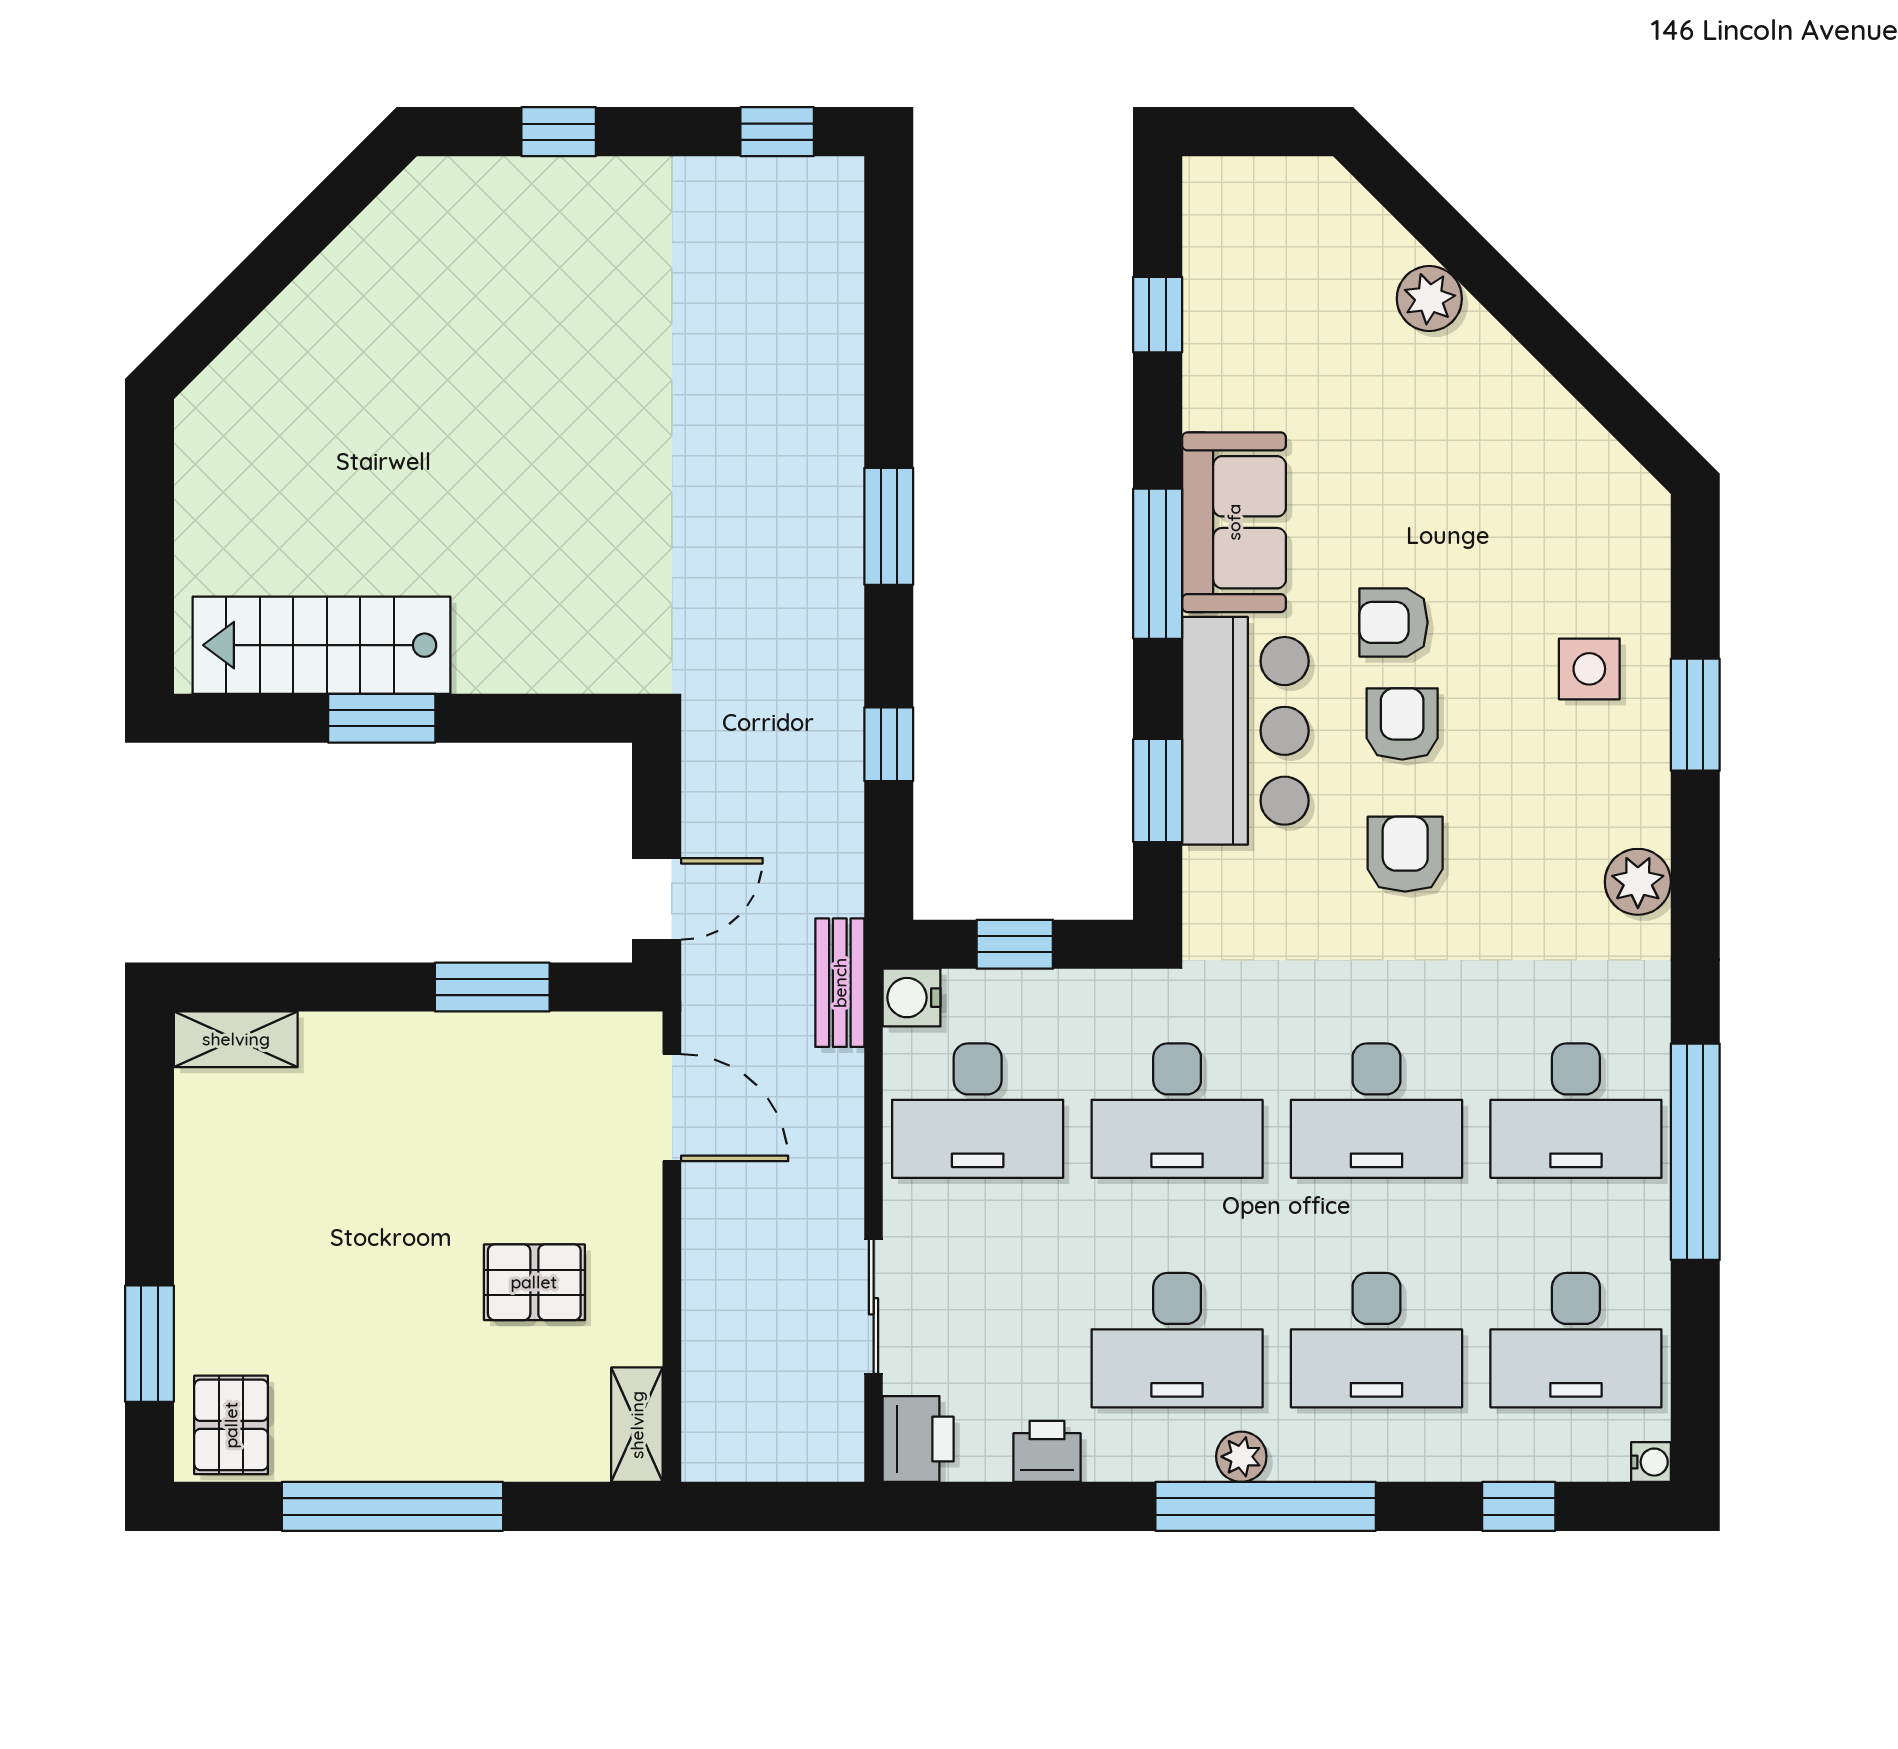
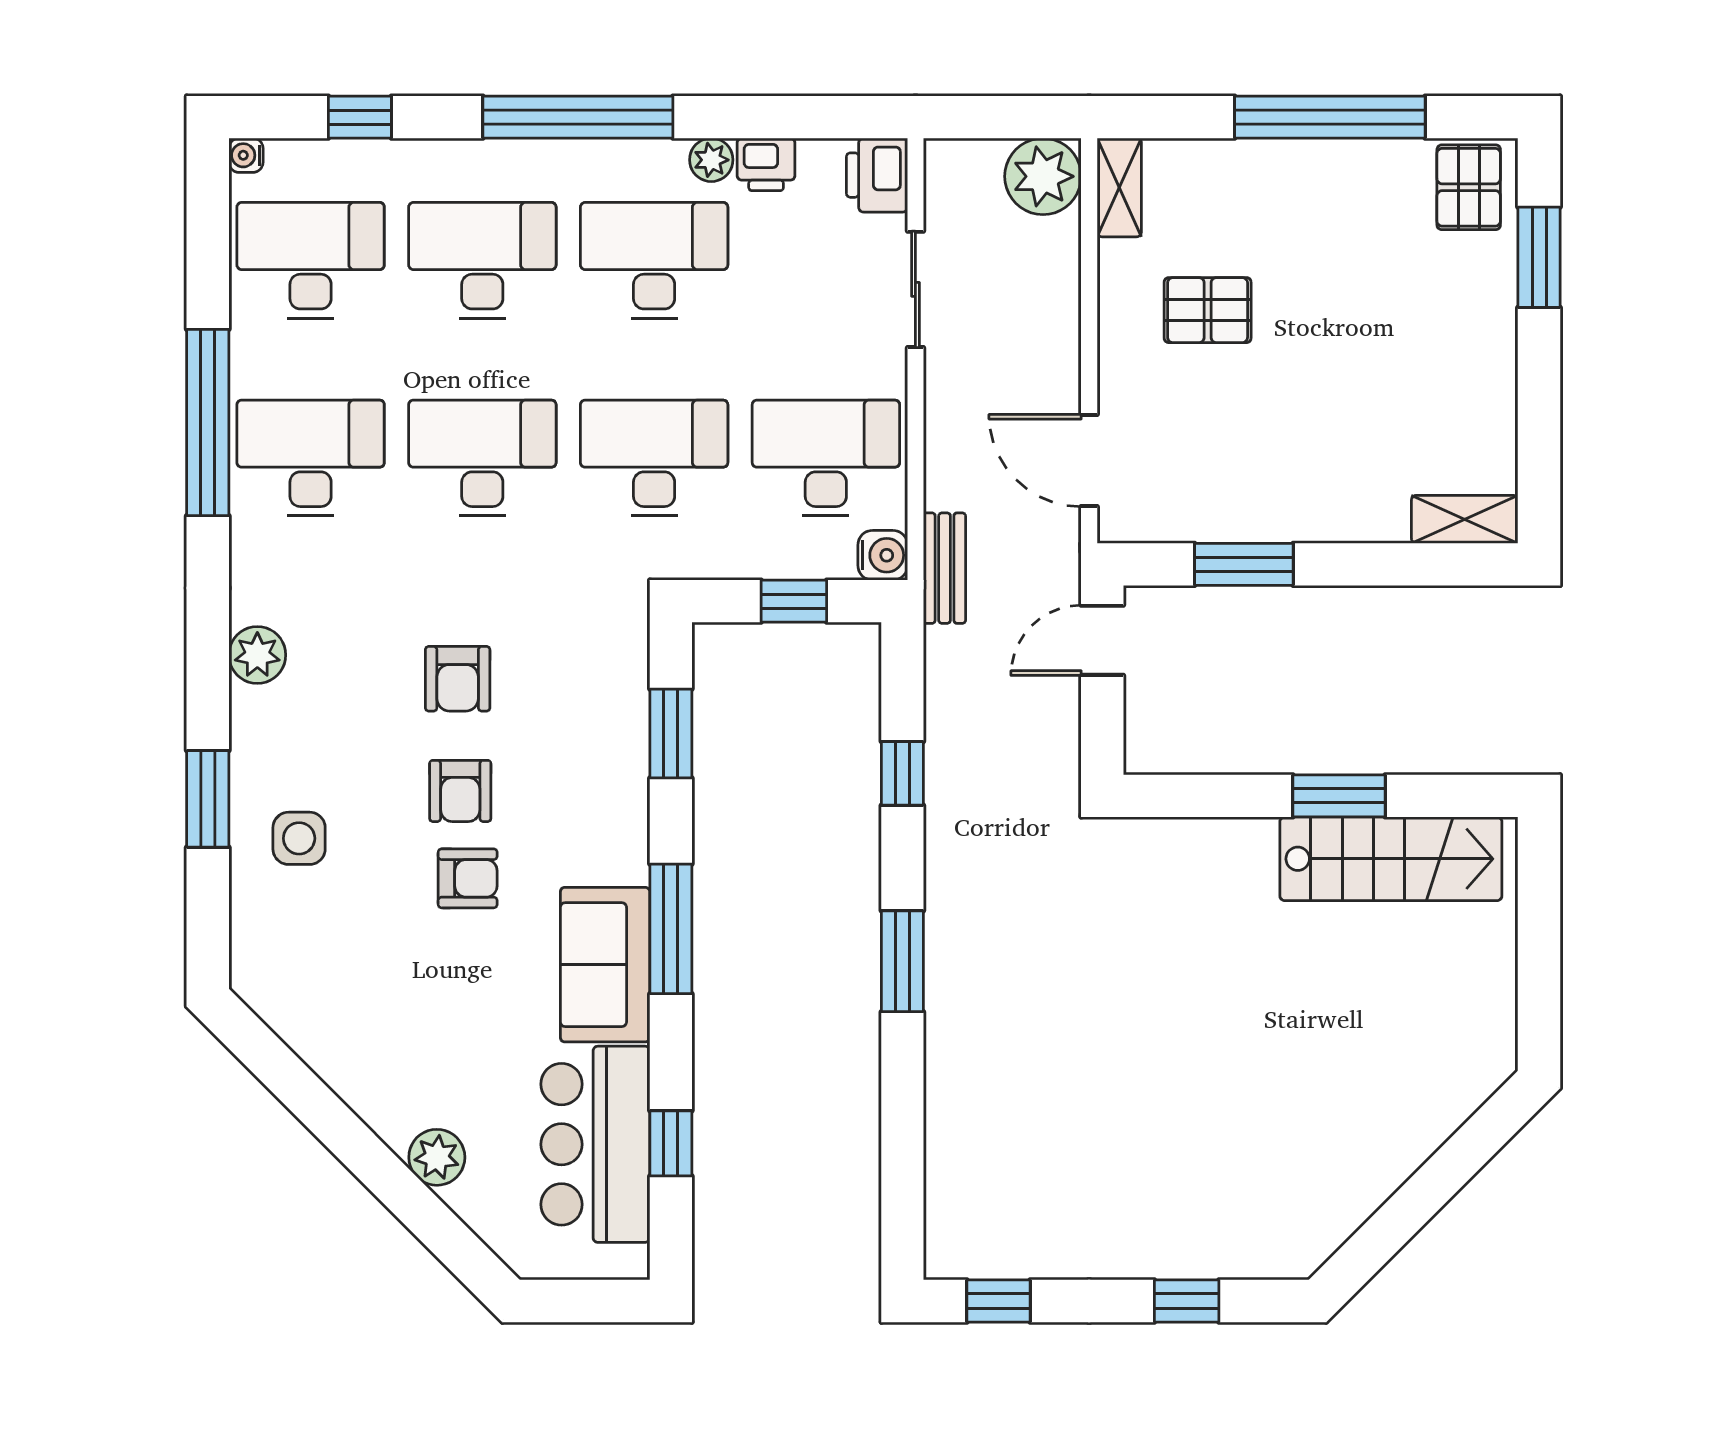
bar counter: (1245, 731) -> (595, 1144), moved
plant: (725, 1438) -> (1043, 176), added
plant: (1241, 1457) -> (711, 160), moved

